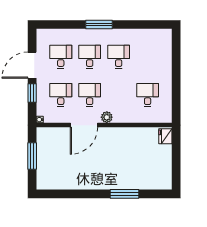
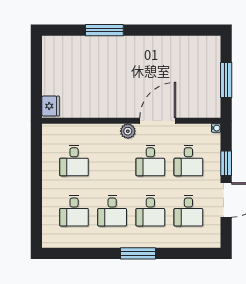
desk: (148, 57) -> (74, 211), added

